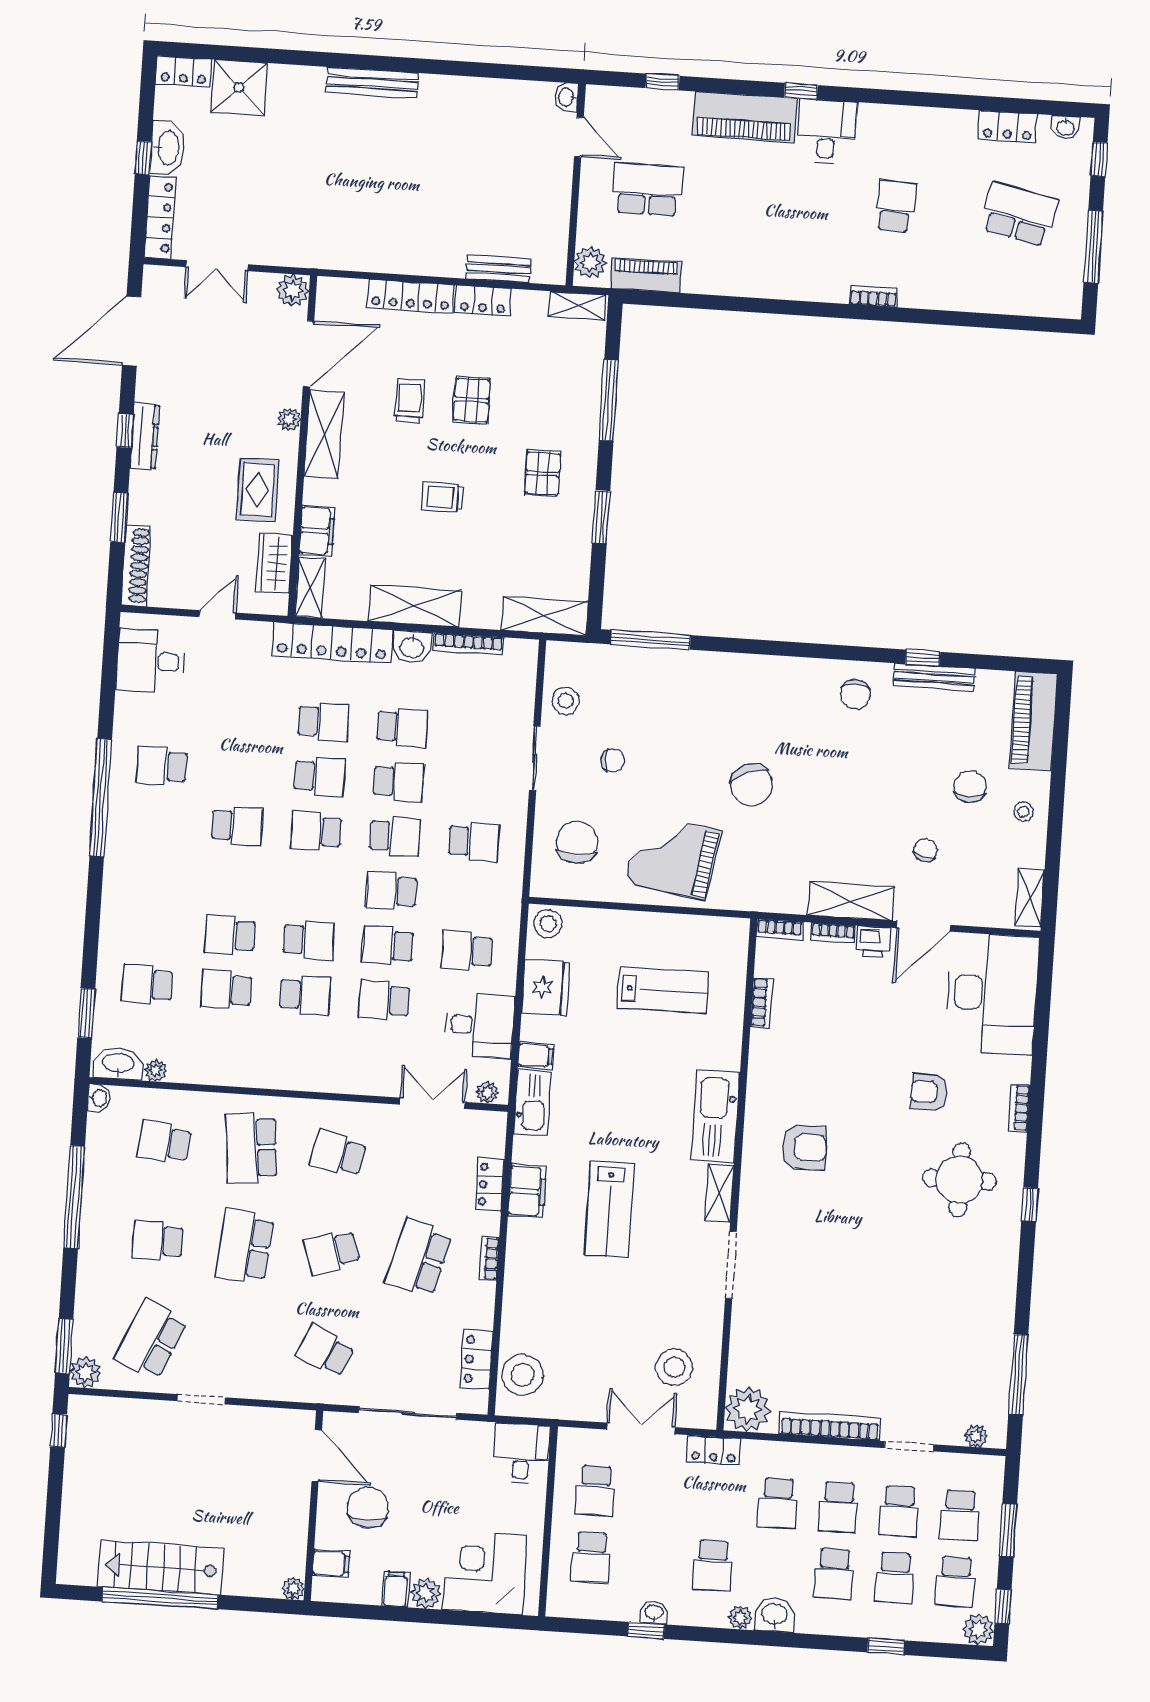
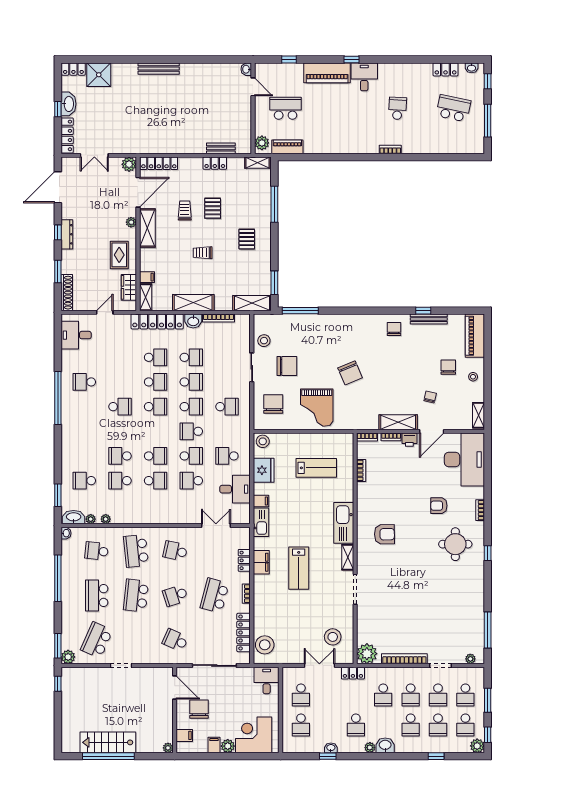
locker: (411, 296) -> (159, 163), moved
window: (601, 517) -> (274, 283), moved
filing cabinet: (317, 531) -> (147, 277), width x0.50
chair: (855, 694) -> (394, 329), turned 180
chair: (613, 760) -> (287, 366), width x1.87, depth x1.87
school desk: (316, 831) -> (156, 407), turned 180
grand piano: (673, 857) -> (317, 408), turned -99
school desk: (388, 946) -> (191, 456), turned 180
plant: (487, 1093) -> (106, 519), moved
school desk: (158, 1241) -> (97, 596), width x1.85
locker: (477, 1359) -> (244, 632), width x1.53

